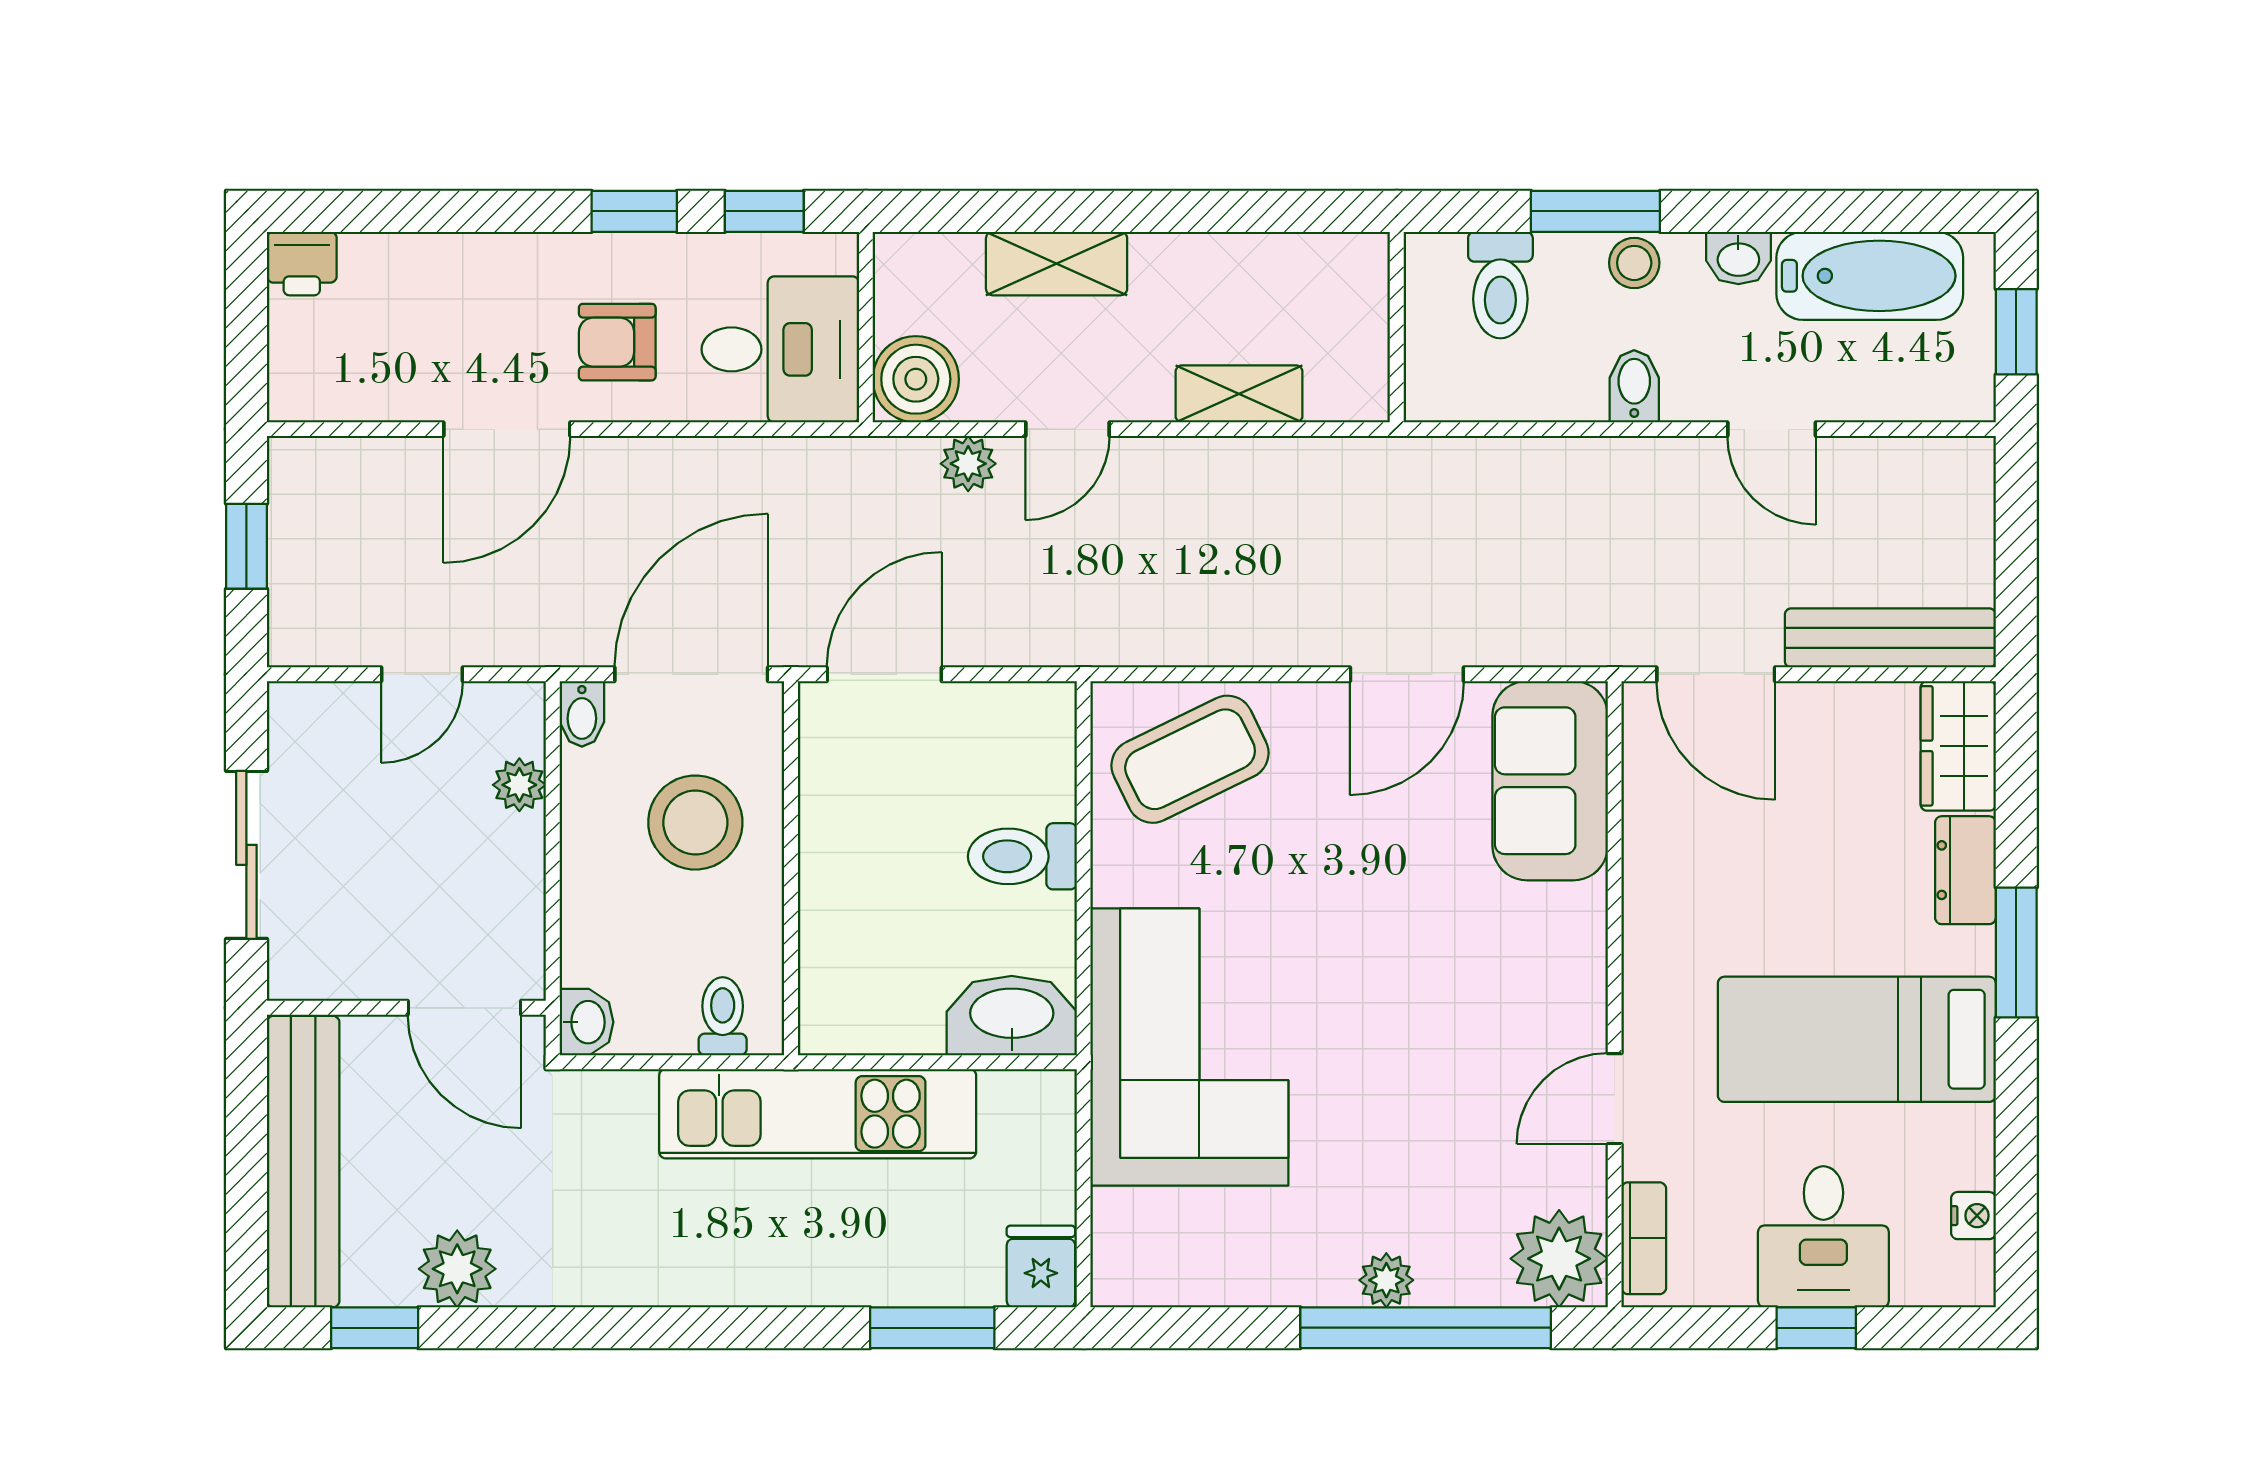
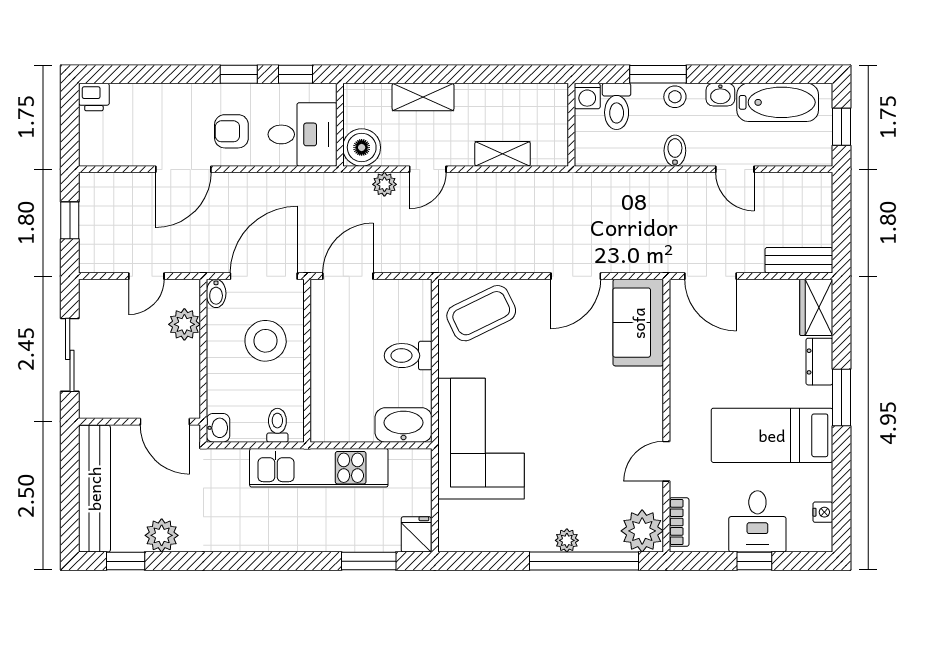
washing machine: (1433, 261) -> (587, 96), added
bench: (1890, 638) -> (799, 260), width x0.73
plant: (519, 785) -> (184, 324), width x1.38, depth x1.38

